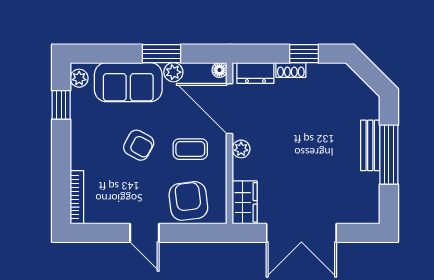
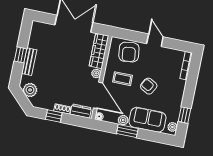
plant: (358, 93) -> (30, 90), added
window: (389, 155) -> (21, 55), width x0.46
wardrobe: (245, 202) -> (99, 51), width x1.50

